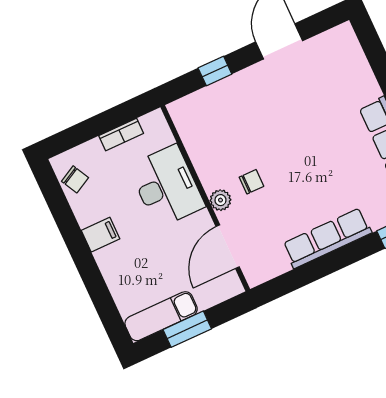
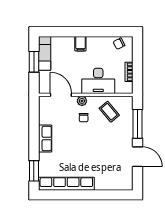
window: (215, 71) -> (137, 124), width x2.17
coffee table: (217, 137) -> (109, 112), added
filing cabinet: (101, 235) -> (80, 44), moved
row of seats: (327, 238) -> (45, 138), width x0.68

